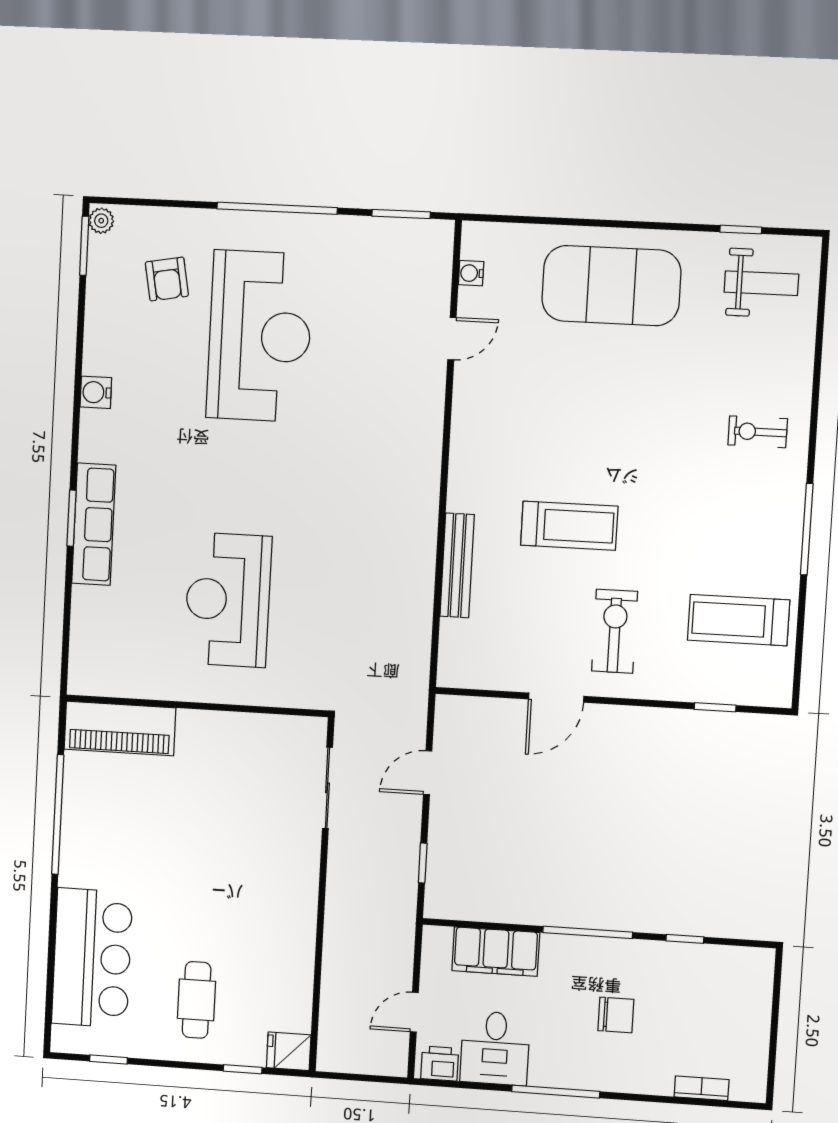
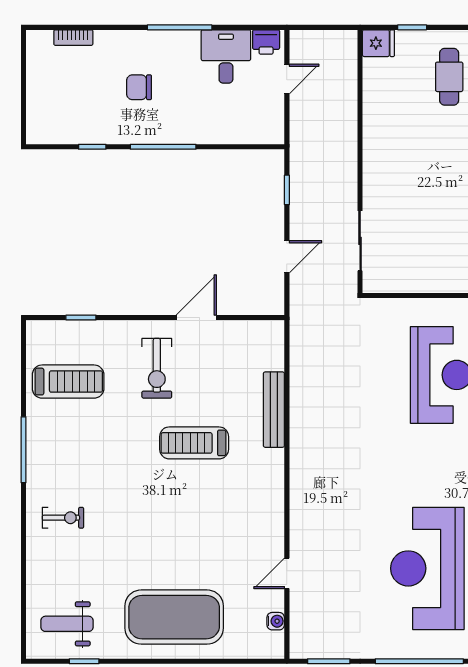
filing cabinet: (496, 952) -> (229, 128), removed

